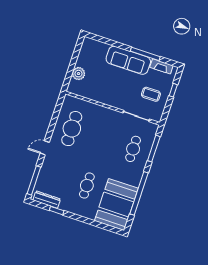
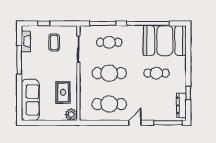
sofa: (128, 60) -> (30, 100), moved
plant: (78, 74) -> (71, 115), moved
rug: (99, 87) -> (63, 92), added
cafe table: (102, 139) -> (109, 73), added
door: (45, 148) -> (135, 123), swing flipped

